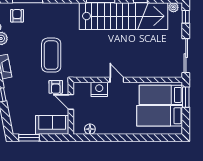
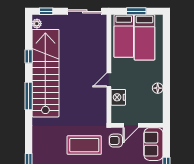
armchair: (56, 87) -> (116, 141), turned 180
window: (186, 97) -> (136, 11), moved
floor lamp: (90, 129) -> (158, 88), moved

